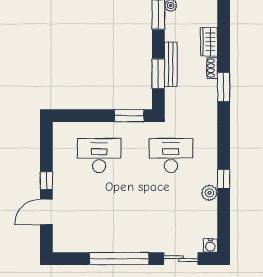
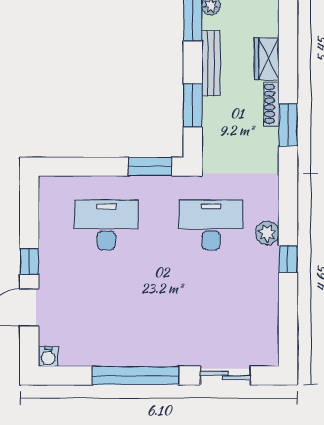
bench: (171, 64) -> (211, 63), moved
shoe rack: (212, 68) -> (271, 104), width x1.43
plant: (209, 193) -> (267, 233), moved
water cooler: (210, 246) -> (48, 356), moved

